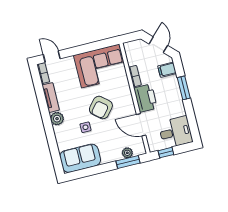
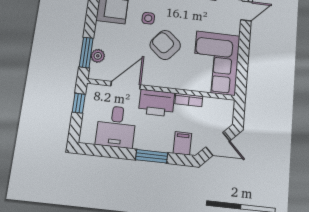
desk: (175, 132) -> (116, 127), moved

